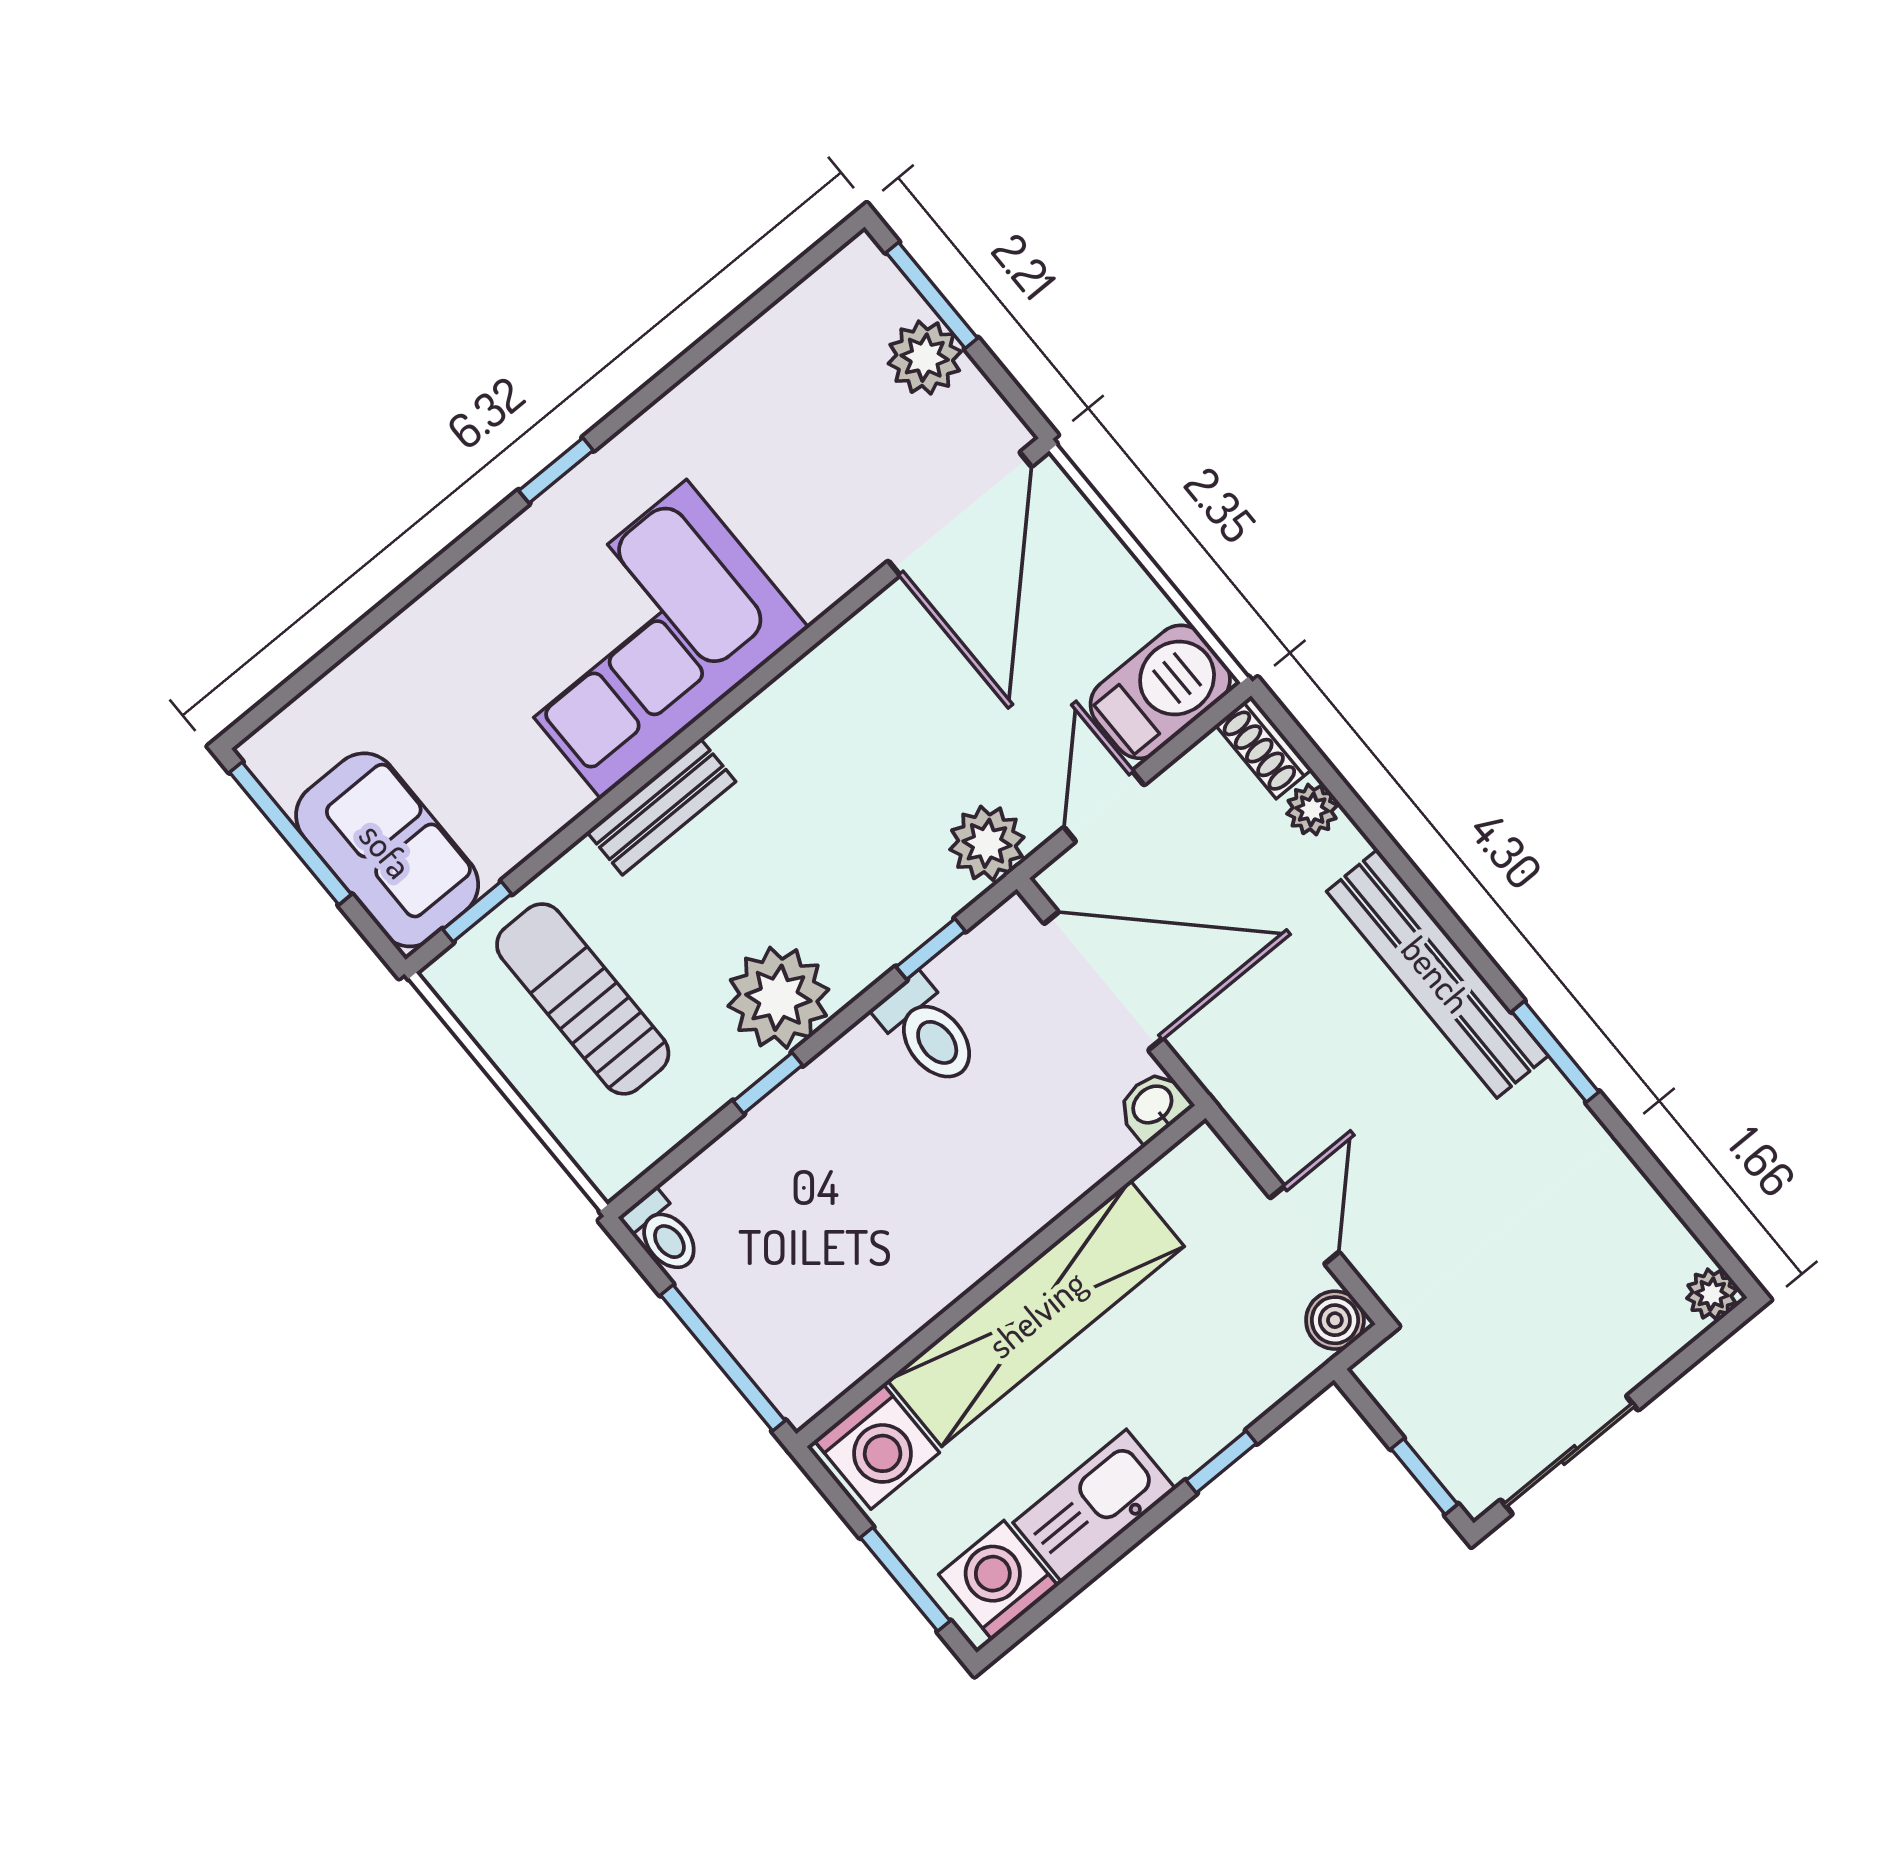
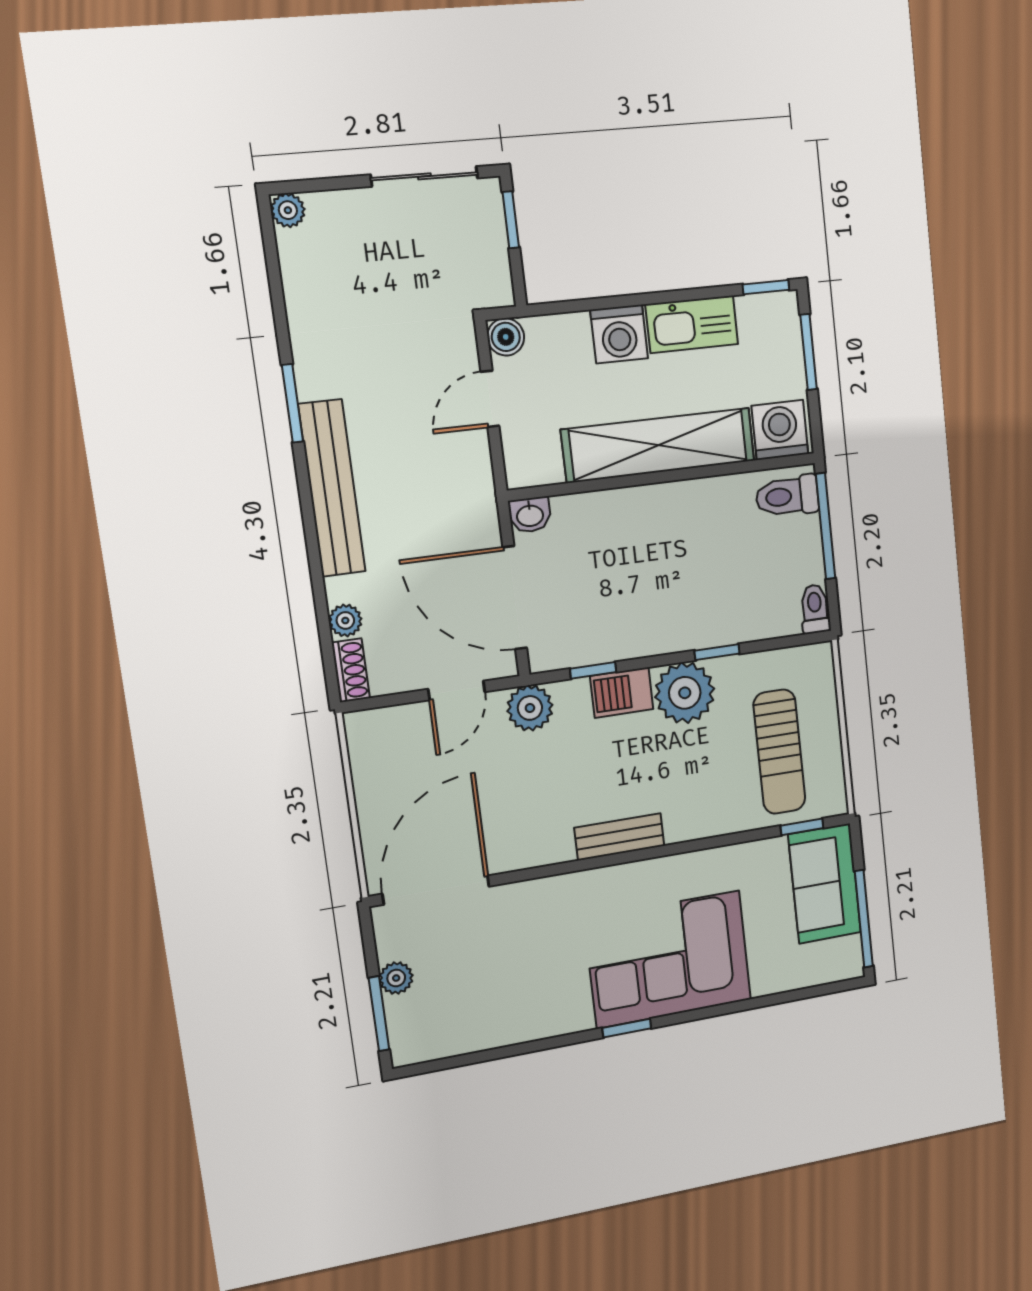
plant: (925, 358) -> (396, 978), width x0.73, depth x0.73
corner sofa: (644, 639) -> (668, 959), moved, turned 180
barbecue: (1160, 692) -> (622, 693), moved, width x0.73, depth x0.79
bench: (661, 807) -> (619, 837), moved
toilet: (928, 1031) -> (787, 496), moved, turned -90
window: (1221, 1462) -> (766, 287), moved
washing machine: (998, 1580) -> (619, 334), moved

